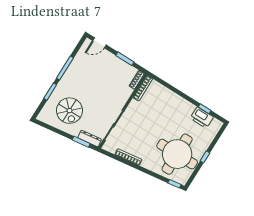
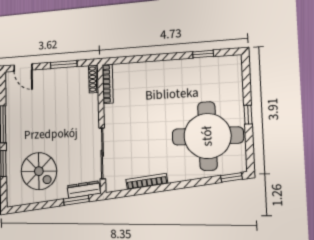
door: (99, 43) -> (23, 68), hinge flipped
printer: (202, 118) -> (207, 68), removed

